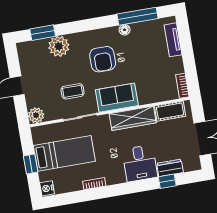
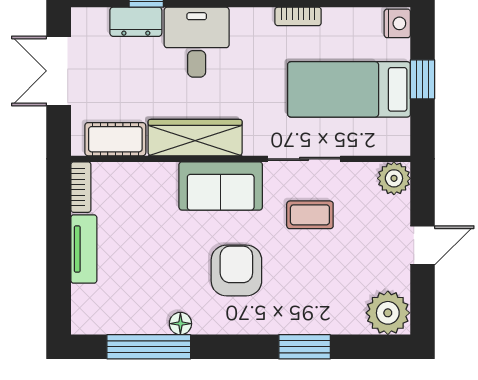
window: (43, 33) -> (305, 347), moved
tv unit: (173, 40) -> (84, 249), moved
plant: (59, 46) -> (388, 313), moved

